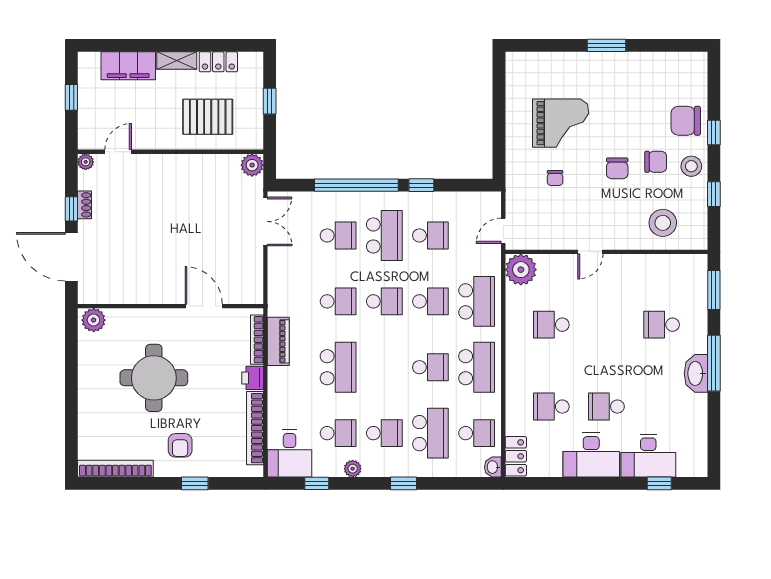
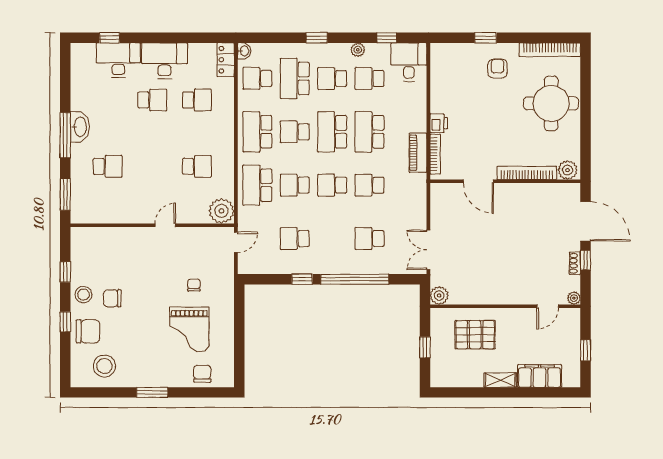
locker: (218, 62) -> (467, 379), removed
grand piano: (561, 123) -> (189, 330), turned -90
chair: (617, 168) -> (202, 374), moved
stool: (663, 223) -> (104, 366), moved
school desk: (384, 235) -> (332, 132), moved
round table: (154, 378) -> (551, 103), moved
bookcase: (255, 428) -> (527, 173), moved, turned -90

